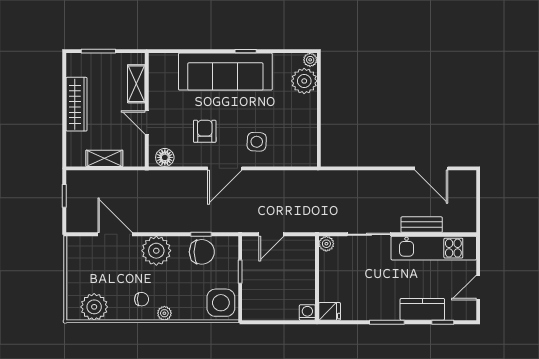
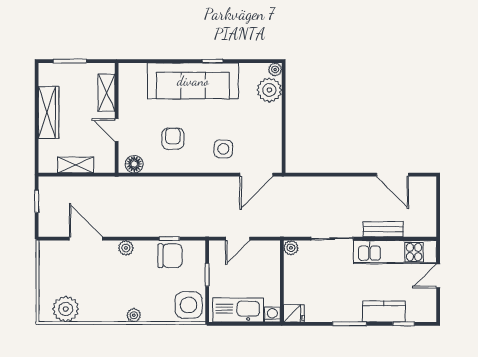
door: (225, 168) -> (256, 175), moved
plant: (156, 251) -> (126, 248), width x0.53, depth x0.53
door: (478, 288) -> (438, 276), moved
chair: (142, 299) -> (112, 302), removed
kitchen sink: (272, 308) -> (238, 310), added

